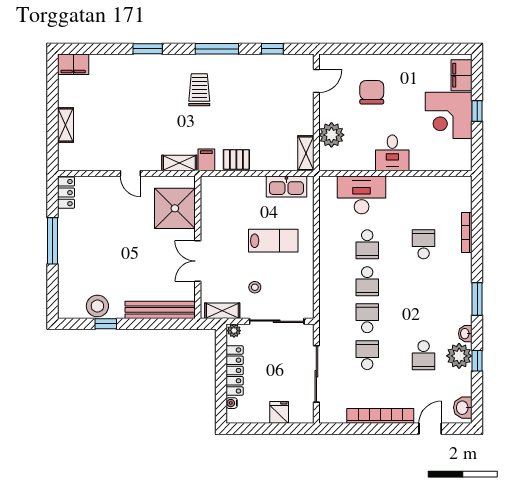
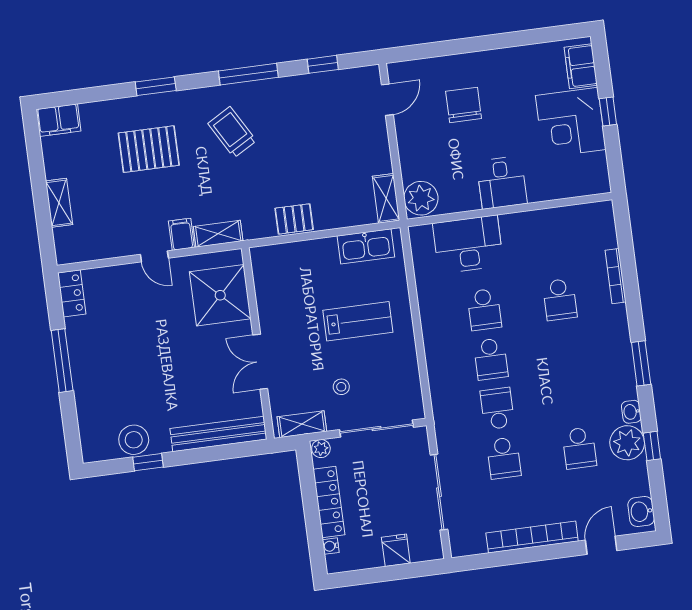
trolley: (199, 90) -> (232, 132), turned -30
pallet: (137, 94) -> (149, 149), added
plant: (331, 135) -> (421, 198), moved
filing cabinet: (206, 160) -> (181, 234), moved
school desk: (424, 244) -> (560, 300), turned 180
school desk: (367, 355) -> (504, 458), turned 180

